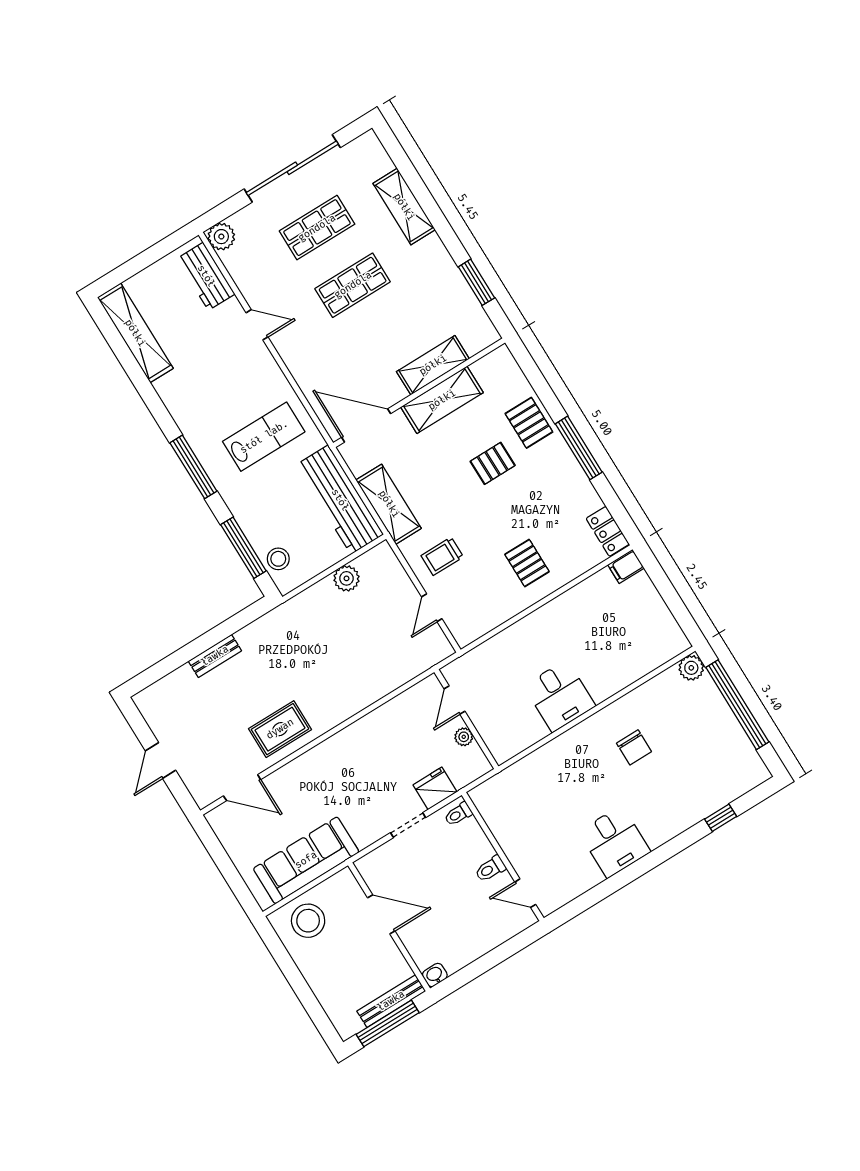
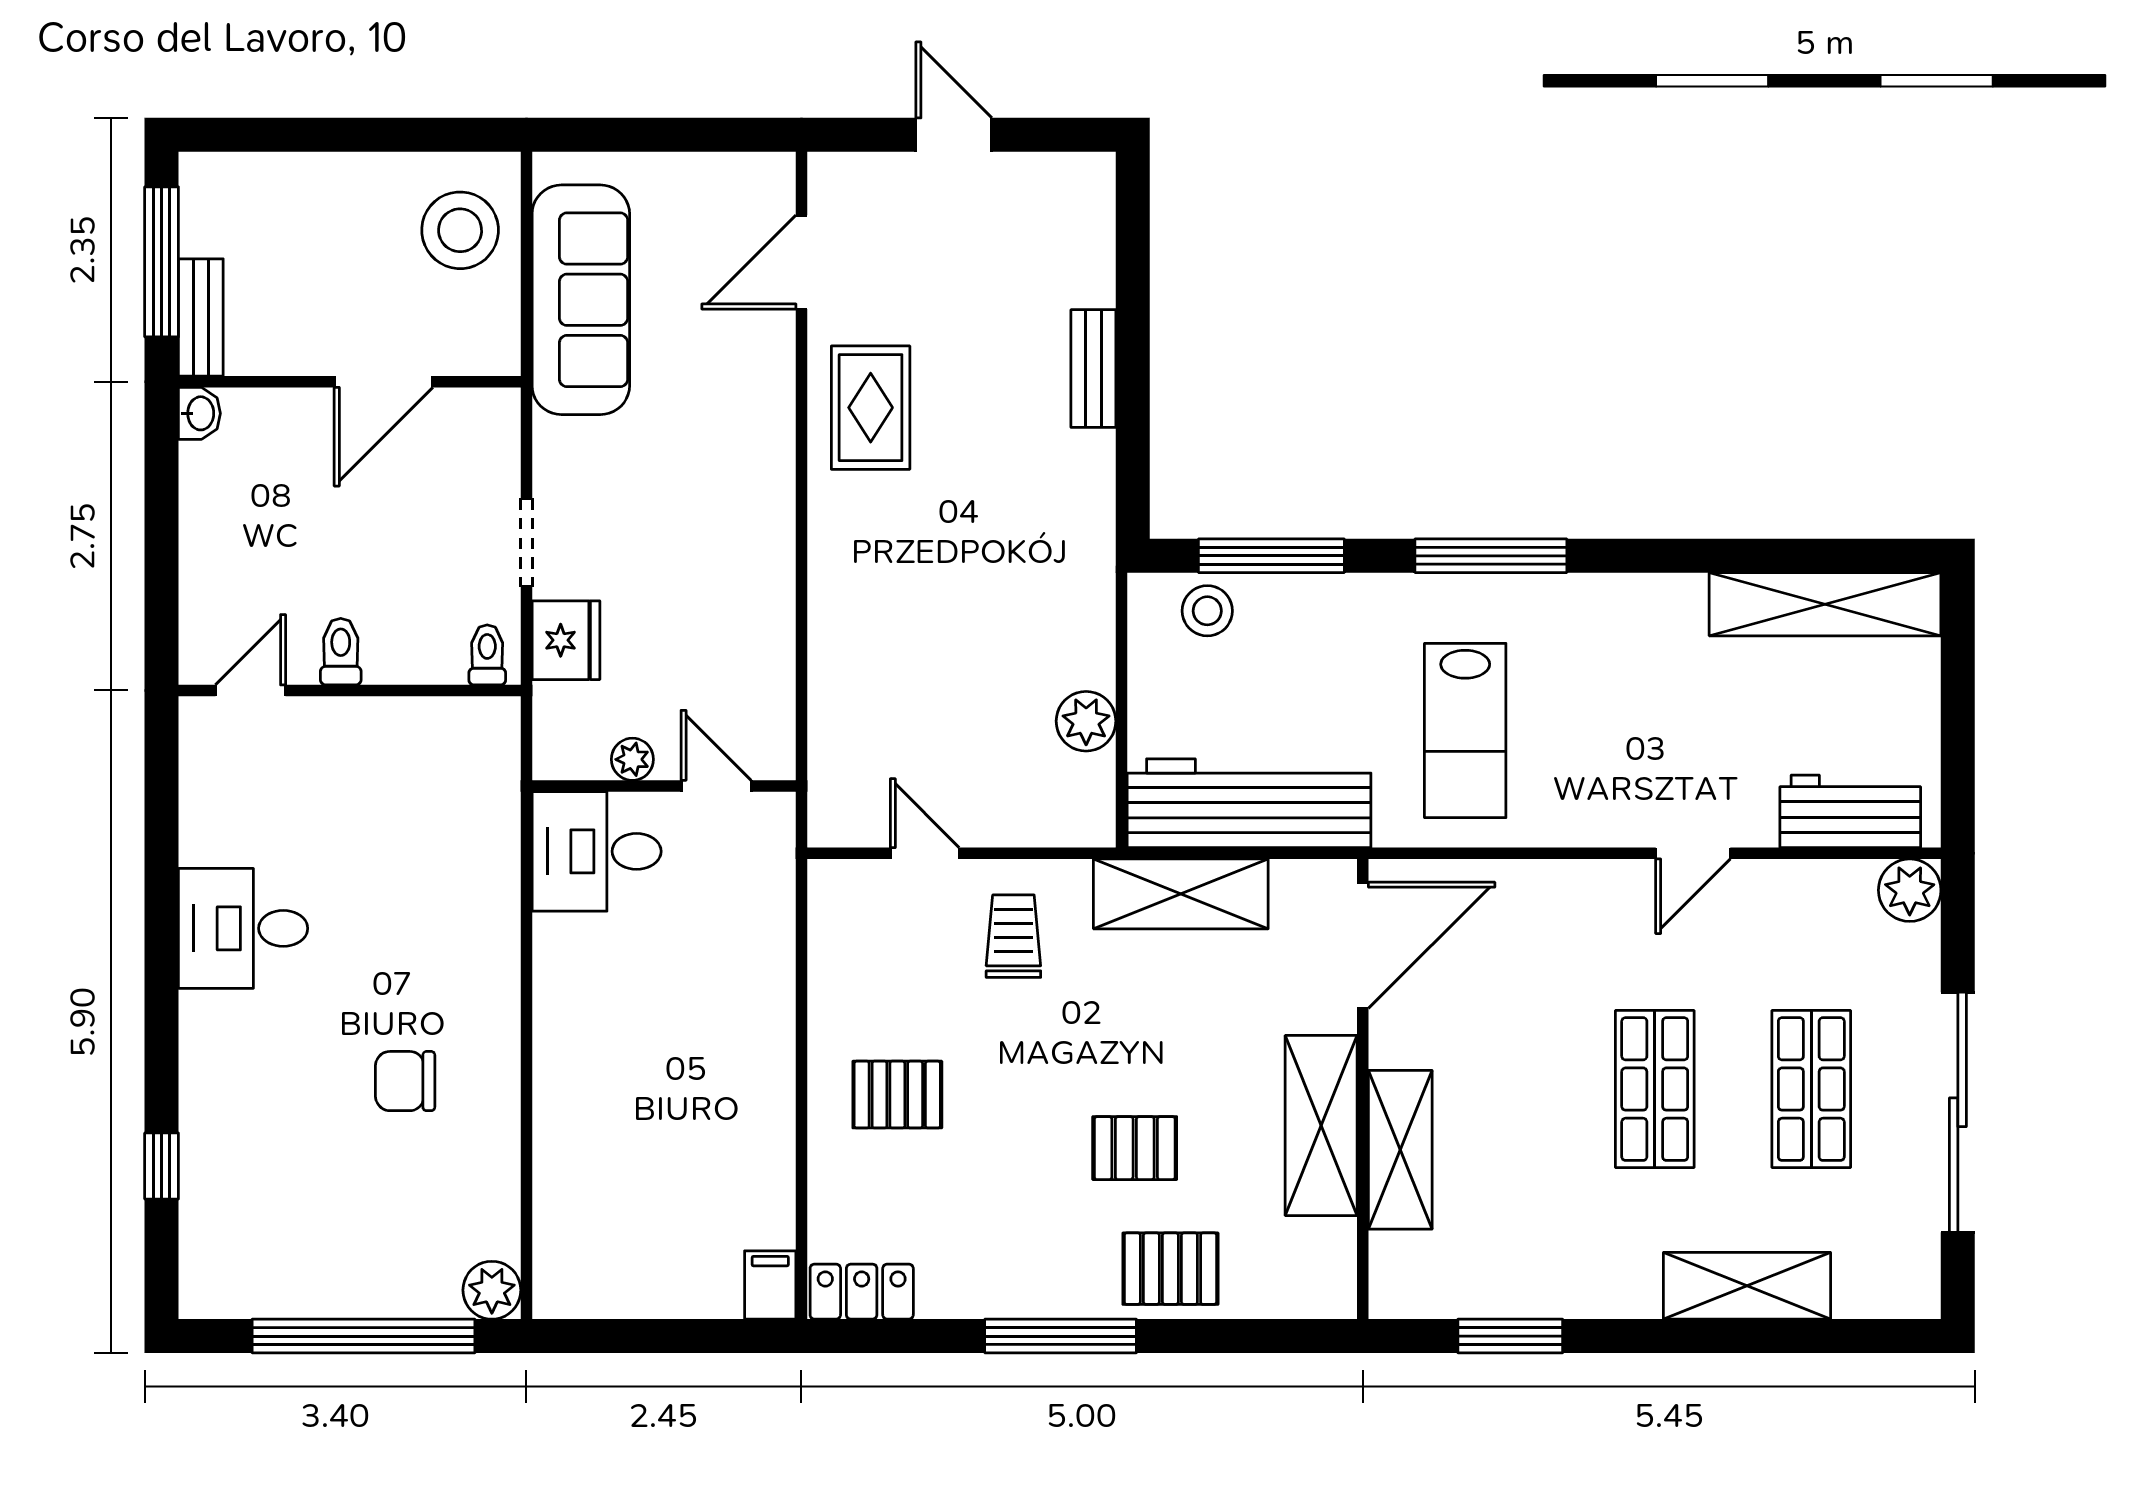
pallet: (493, 463) -> (1135, 1148), turned 90
desk: (560, 696) -> (597, 851), moved
bench: (391, 1001) -> (201, 317), width x0.73

